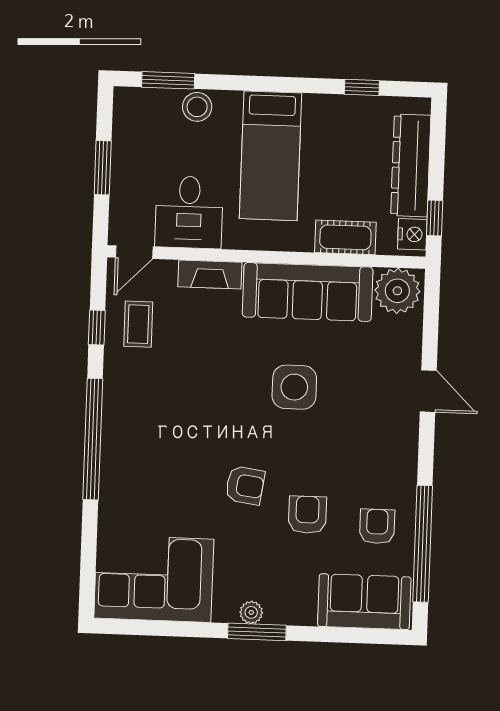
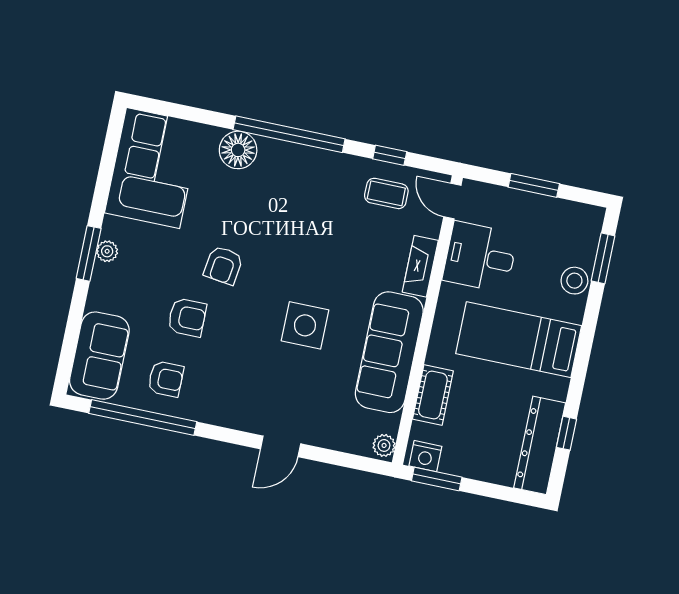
dresser: (411, 165) -> (540, 445), moved, turned -90
window: (435, 218) -> (437, 479), width x1.50
plant: (397, 291) -> (384, 445), width x0.53, depth x0.53
floor lamp: (119, 491) -> (238, 150), added

